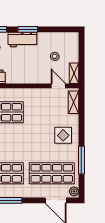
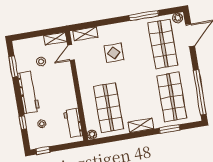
window: (28, 29) -> (13, 67), moved
workbench: (22, 40) -> (28, 92), width x1.38
display table: (63, 135) -> (114, 53), moved

